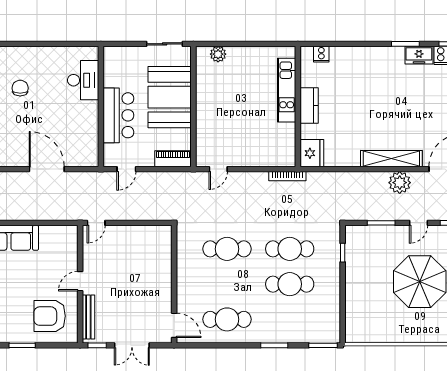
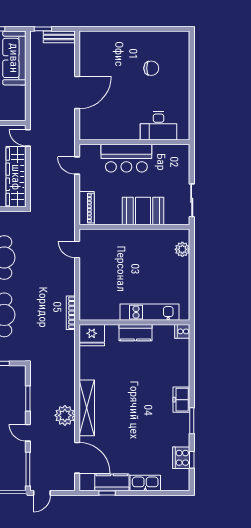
cooker: (321, 54) -> (182, 331), moved
freezer: (419, 55) -> (181, 400), moved
booth: (170, 97) -> (143, 211), width x0.73, depth x0.70
wardrobe: (139, 236) -> (16, 177), added

